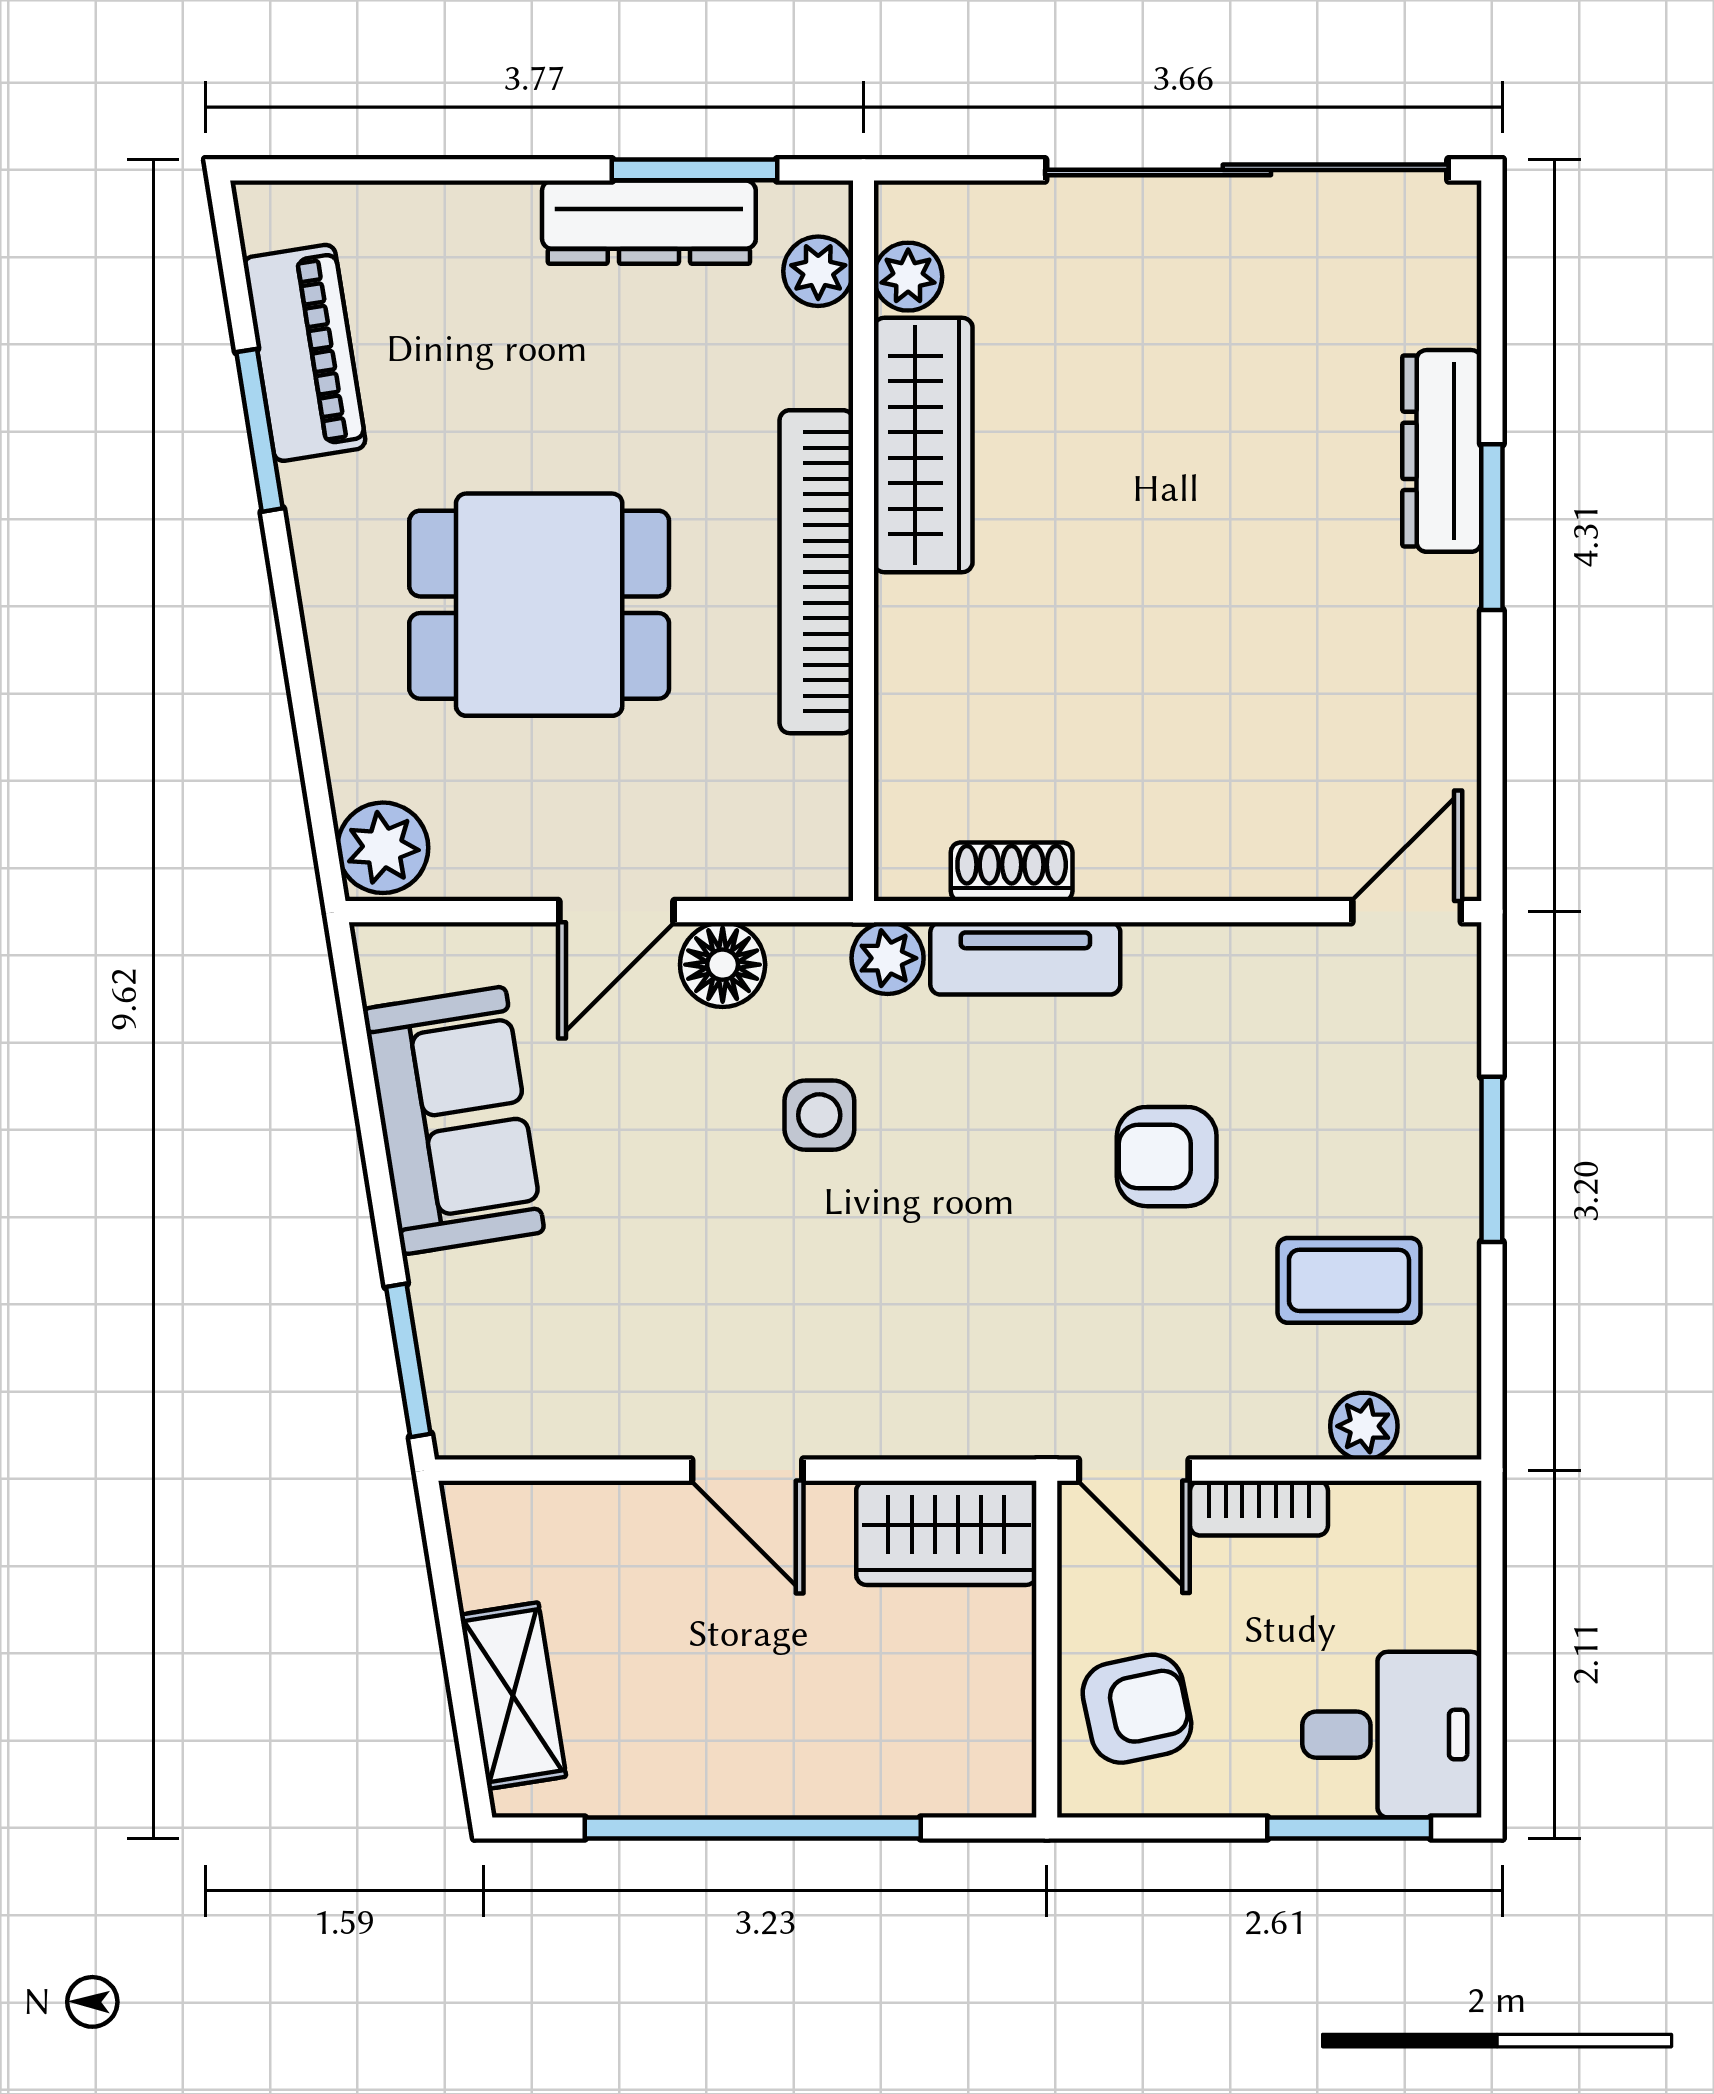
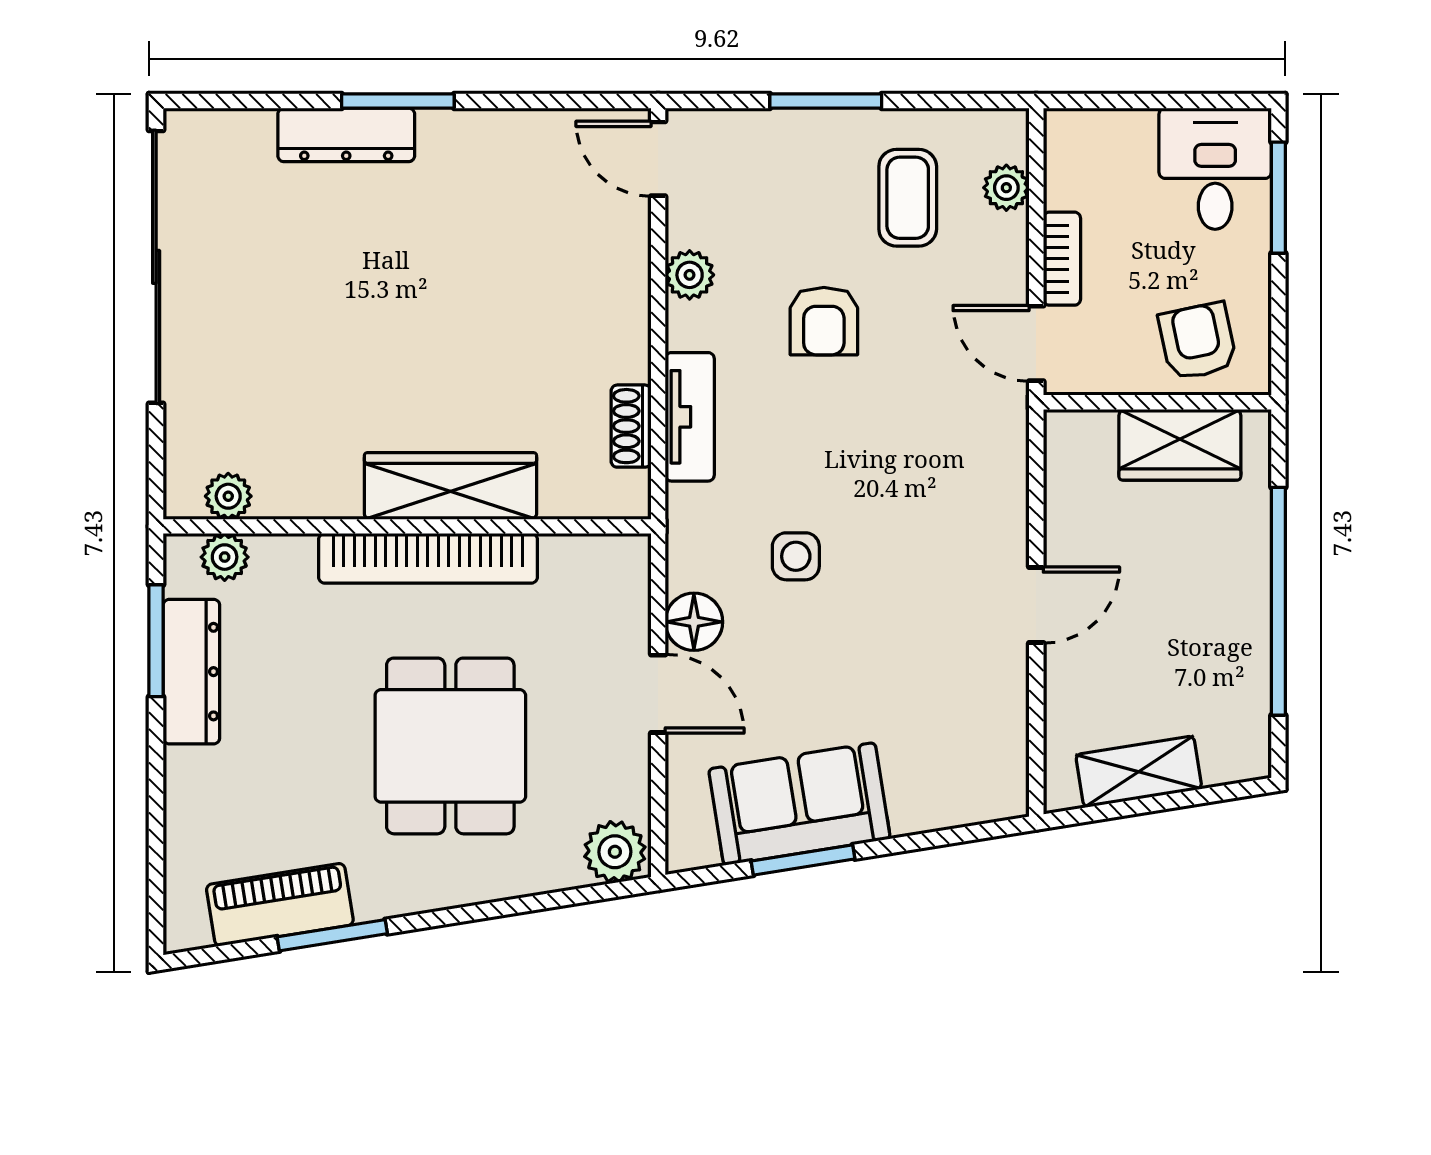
wardrobe: (923, 445) -> (450, 486), moved
plant: (888, 958) -> (690, 275), moved
window: (408, 1360) -> (803, 860), moved
door: (1134, 1470) -> (1036, 343), swing flipped
wardrobe: (946, 1533) -> (1180, 445), moved, turned 90
shelving: (513, 1696) -> (1139, 772), moved

